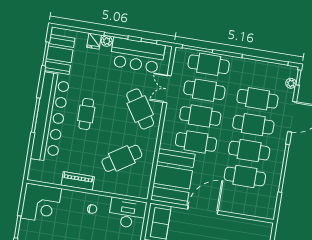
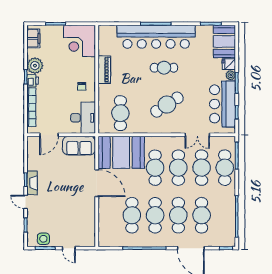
booth: (60, 54) -> (224, 41), moved, turned 90
plant: (291, 83) -> (220, 242), removed
double door: (167, 89) -> (197, 135), swing flipped
cafe table: (140, 109) -> (167, 105), moved
cafe table: (122, 158) -> (120, 113), moved, turned 33

